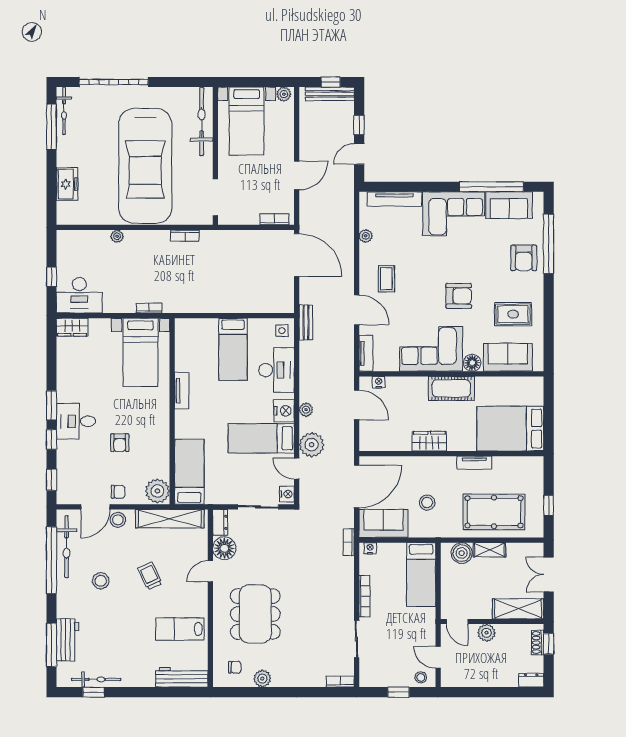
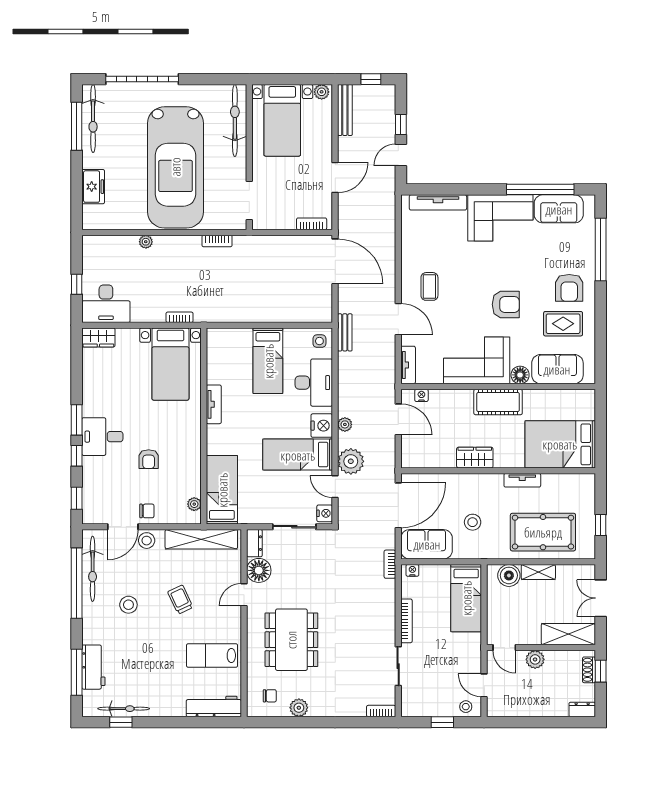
bench: (330, 94) -> (345, 110), moved, turned 90
bicycle: (64, 111) -> (93, 119), width x1.37, depth x1.40
plant: (366, 236) -> (408, 241), removed
armchair: (524, 258) -> (569, 288), moved
plant: (157, 491) -> (194, 504), width x0.53, depth x0.53

